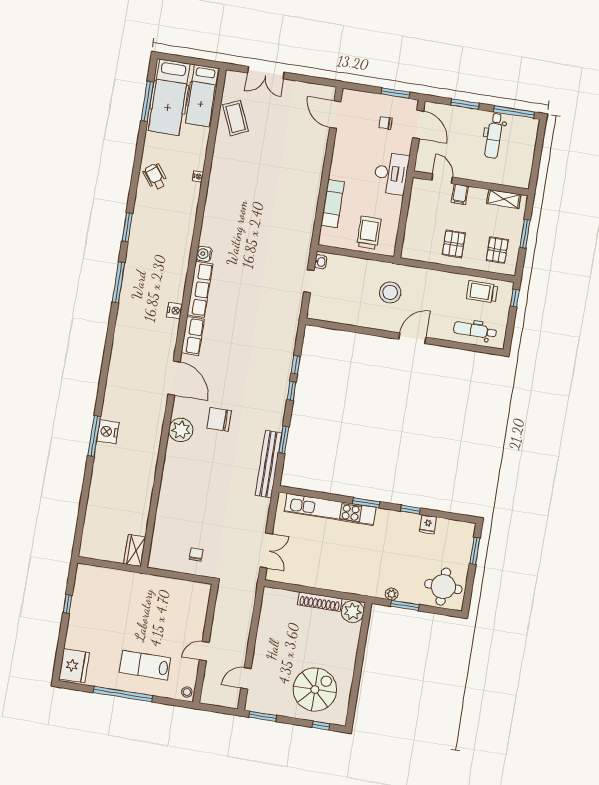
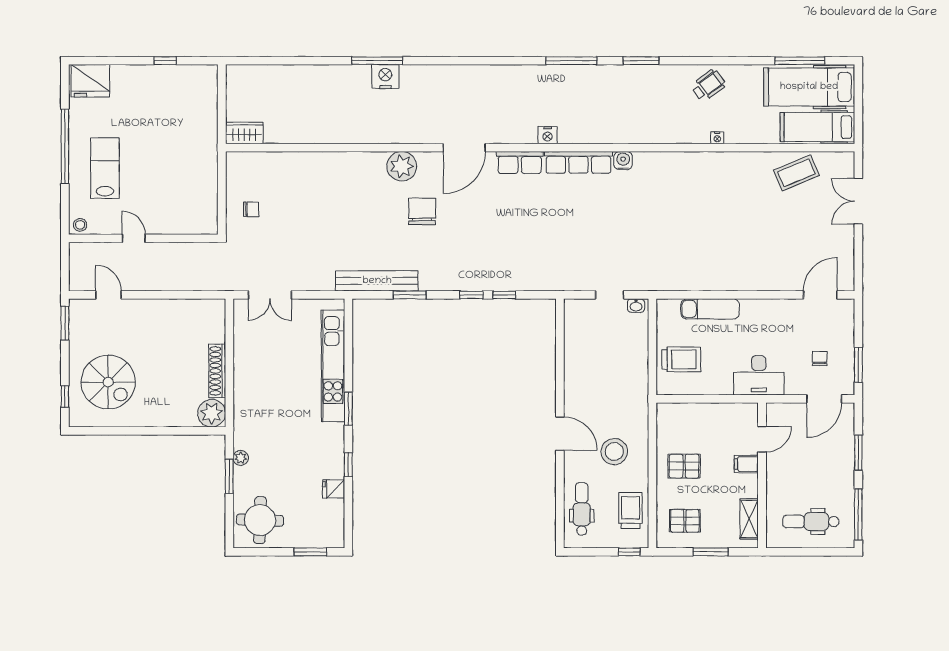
dental chair: (494, 136) -> (811, 522), moved
stool: (390, 292) -> (614, 452), moved

